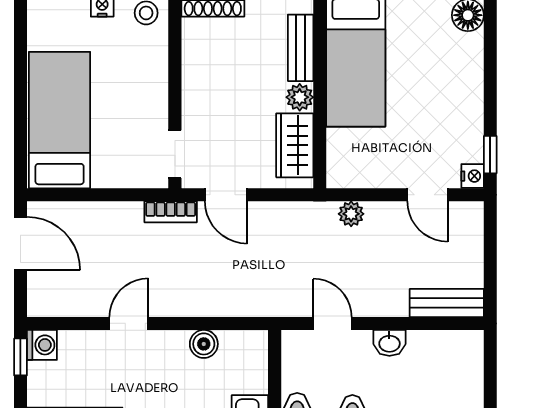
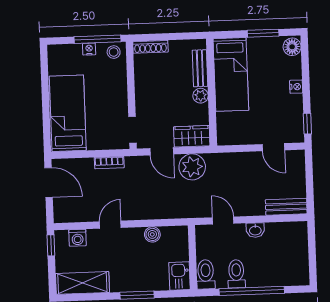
wardrobe: (295, 145) -> (192, 136), moved, turned 90
nightstand: (473, 176) -> (296, 87), moved
bookcase: (171, 212) -> (109, 163), moved
plant: (351, 214) -> (192, 167), moved, width x1.88, depth x1.88
washing machine: (42, 345) -> (78, 238), moved, turned 90

